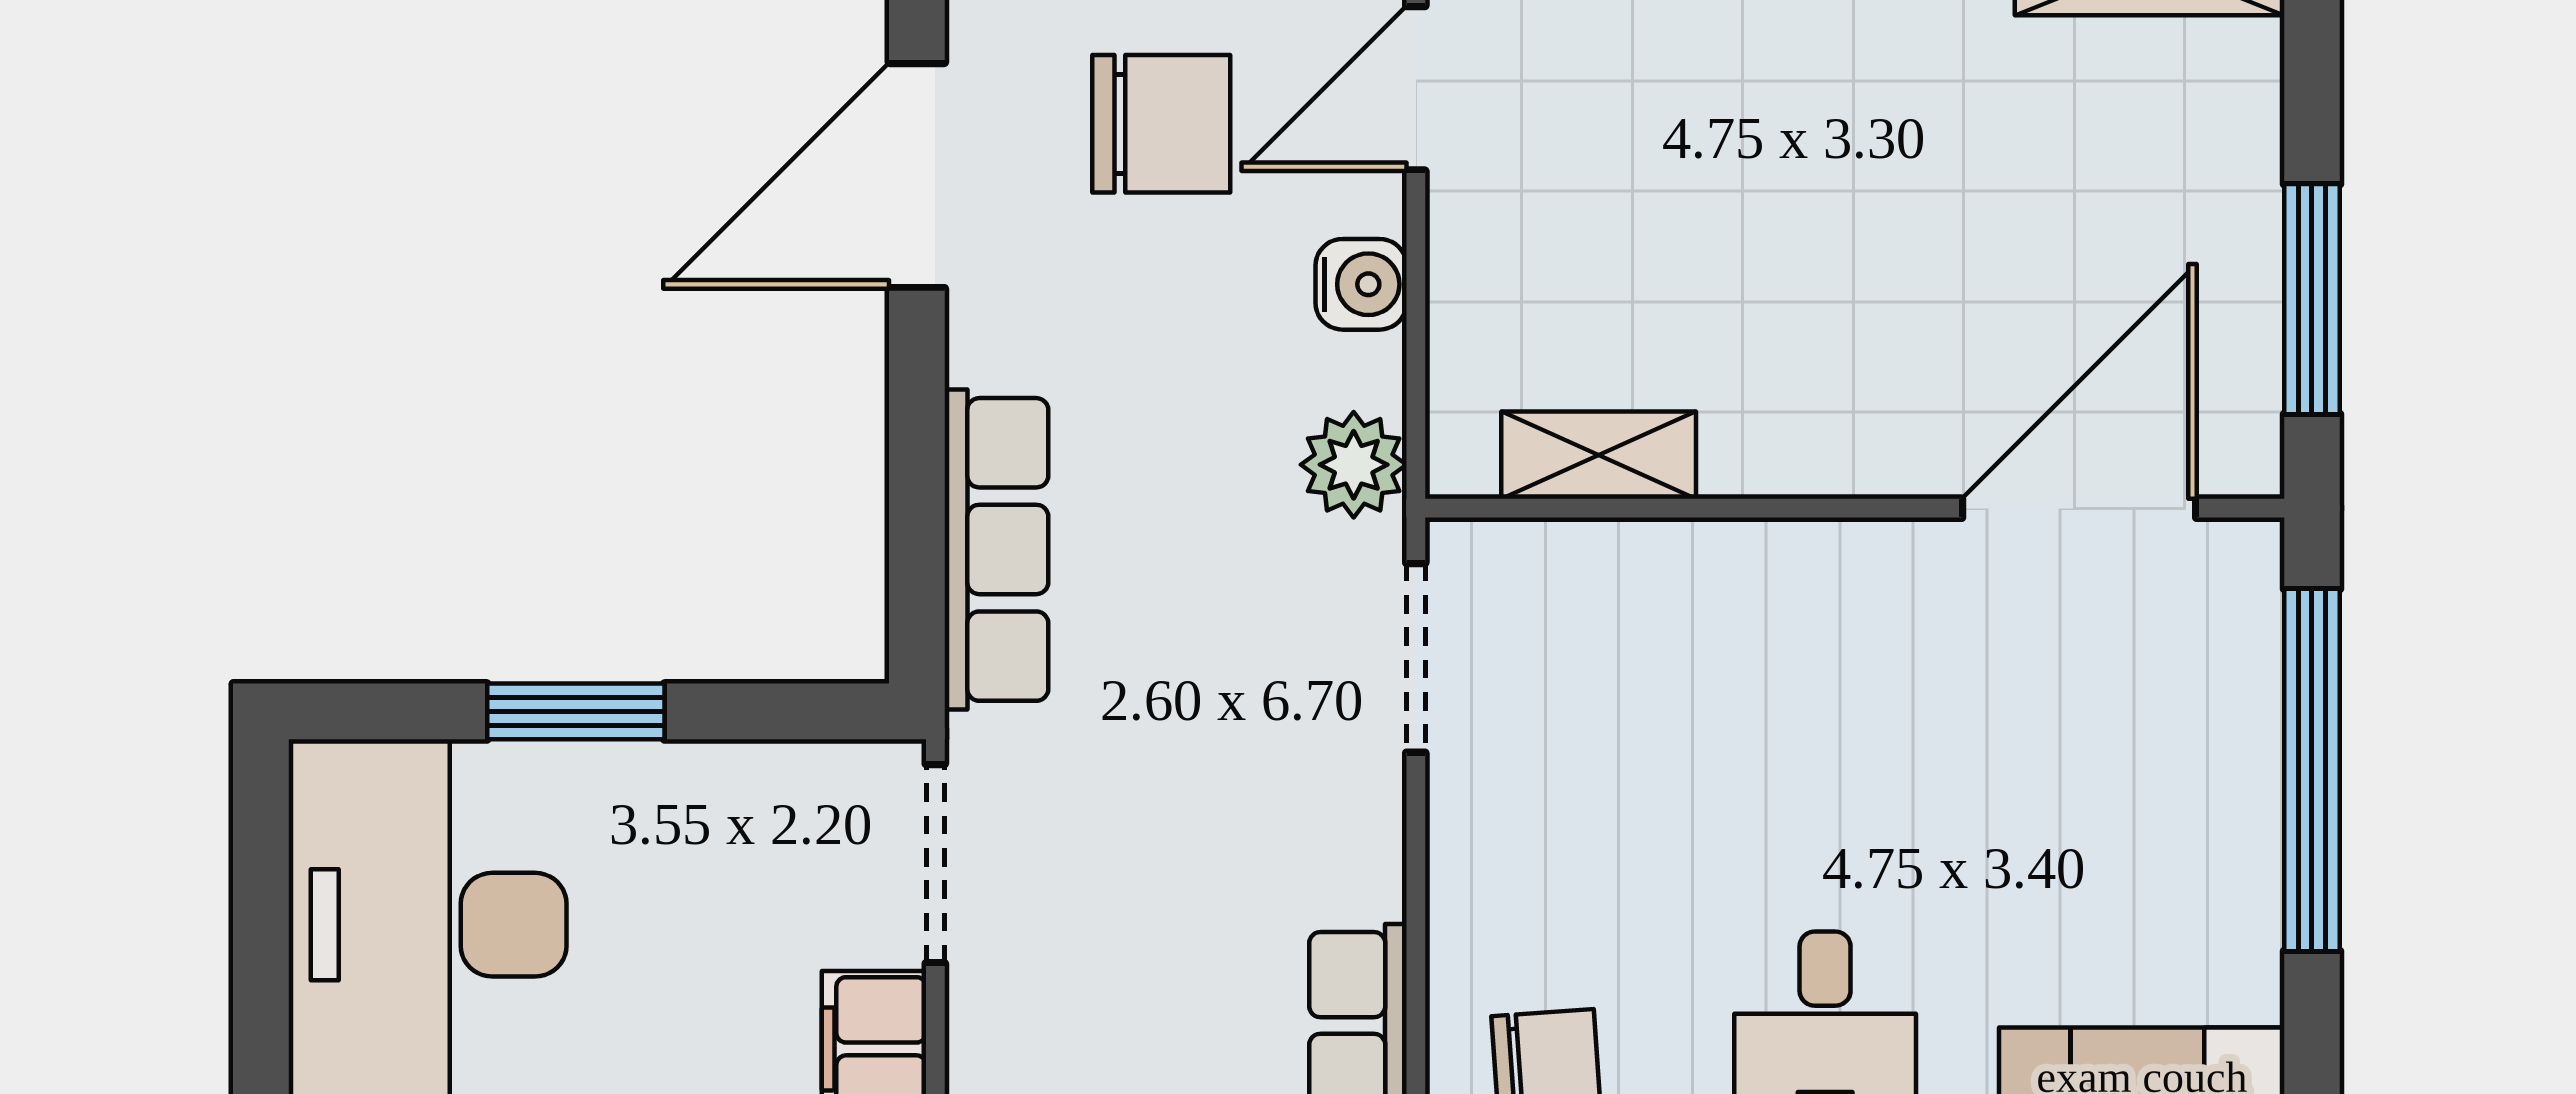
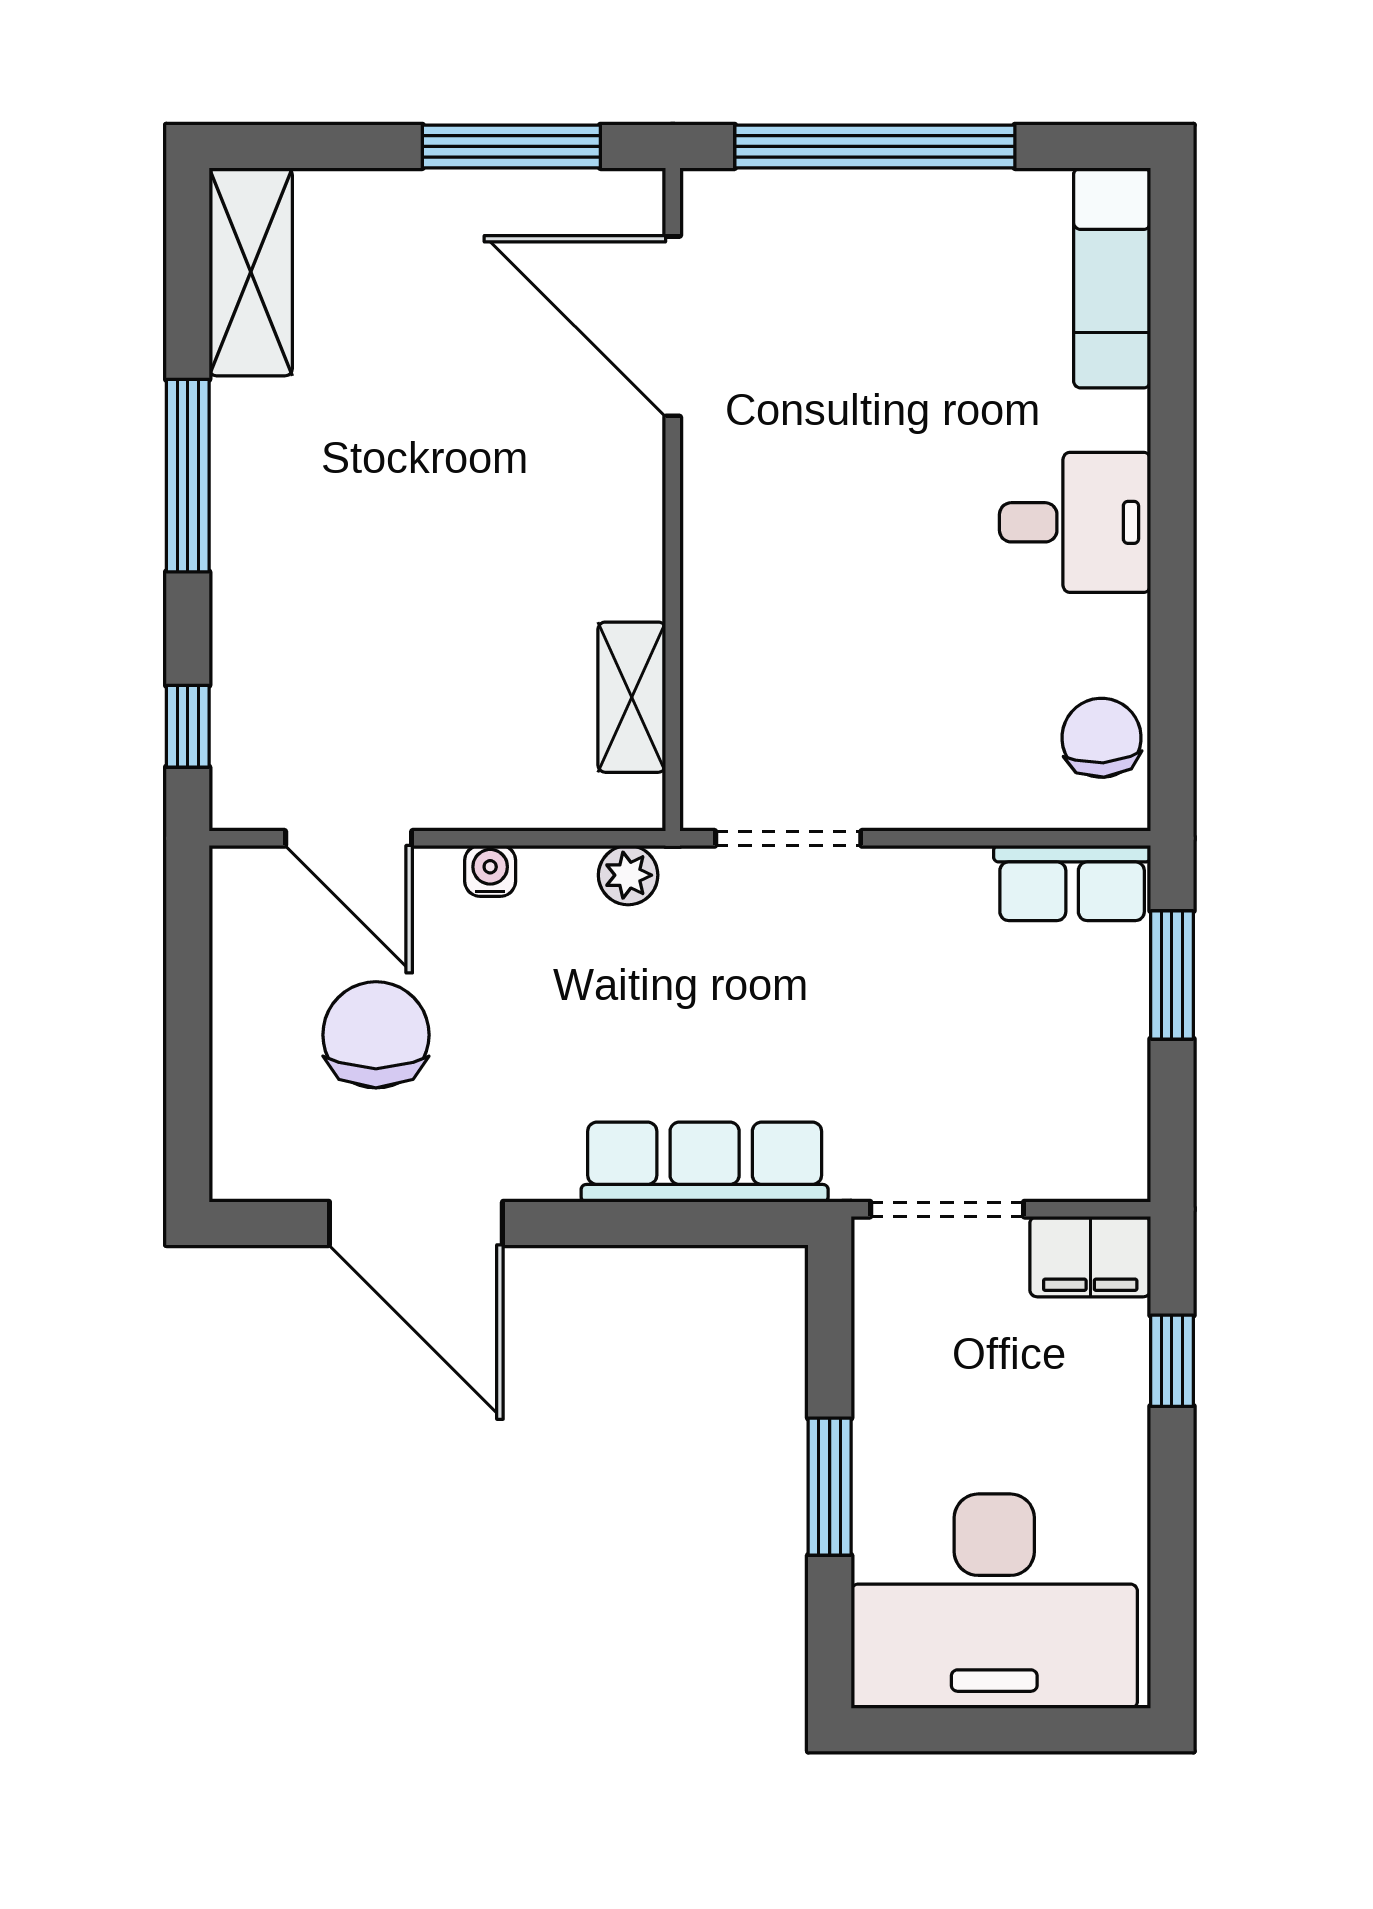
water cooler: (1361, 284) -> (490, 871), width x0.72, depth x0.72
plant: (1354, 465) -> (628, 875), width x0.73, depth x0.73

